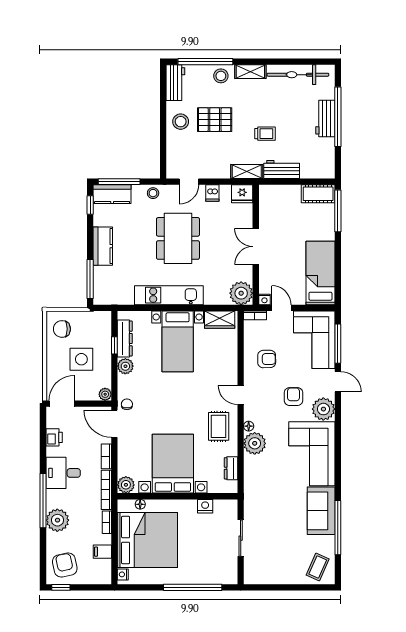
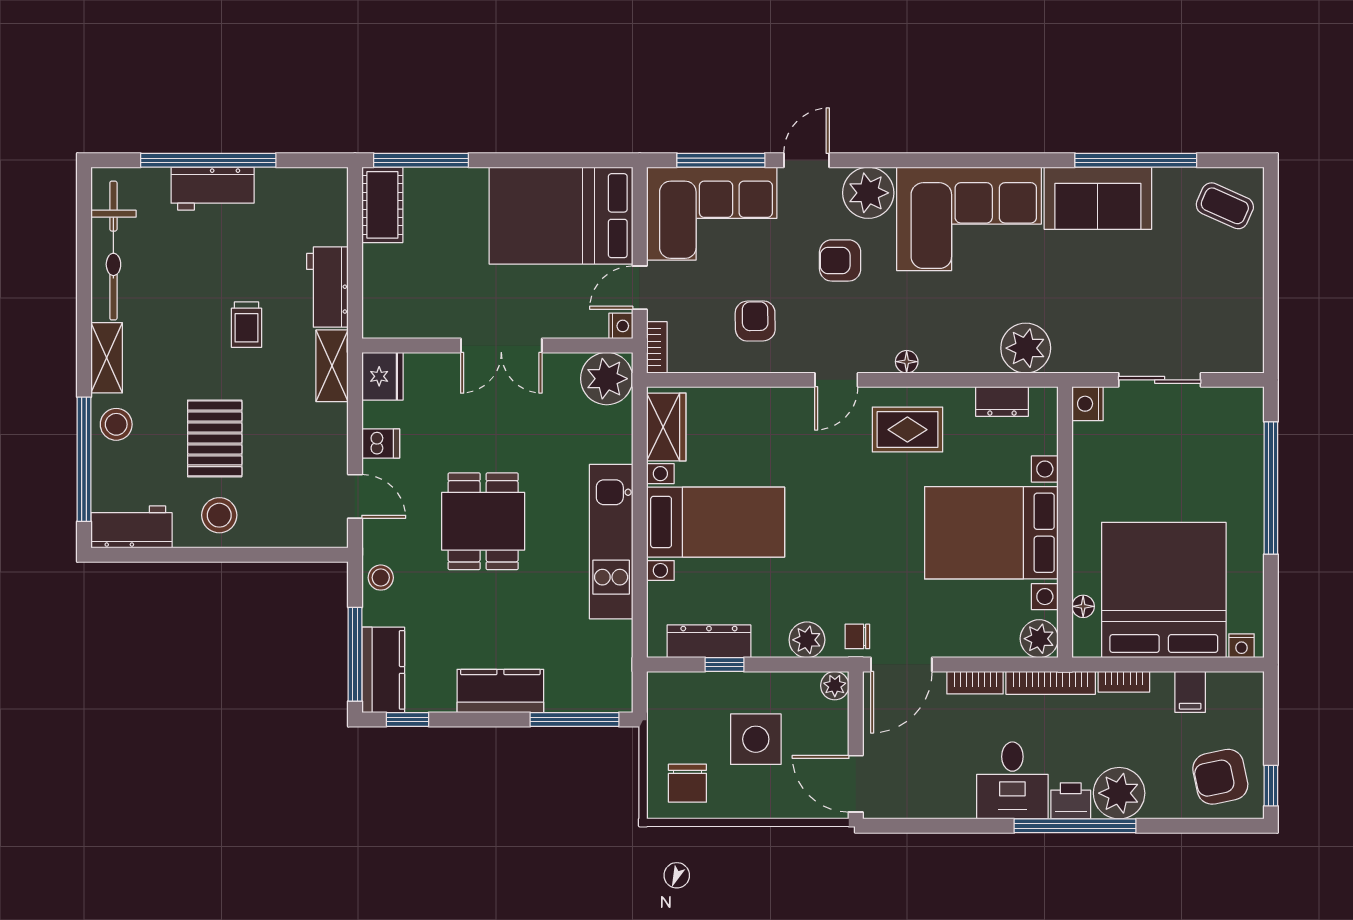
trolley: (265, 134) -> (246, 325), turned 180
dining table: (178, 238) -> (483, 521), width x0.73
bed: (320, 273) -> (561, 216), width x1.50
plant: (125, 366) -> (807, 640), moved
printer: (54, 437) -> (1071, 801), moved
plant: (255, 443) -> (1026, 348), moved
nightstand: (205, 506) -> (1088, 404), moved

